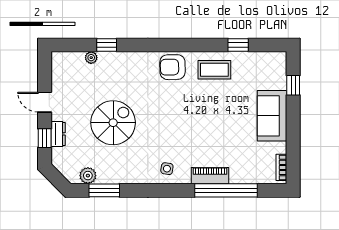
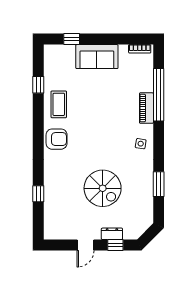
plant: (91, 58) -> (49, 206), removed
armchair: (172, 67) -> (57, 139), turned -89
spiral stairs: (113, 123) -> (103, 188), turned 180
plant: (88, 176) -> (146, 209), removed
window: (104, 190) -> (159, 184), moved

